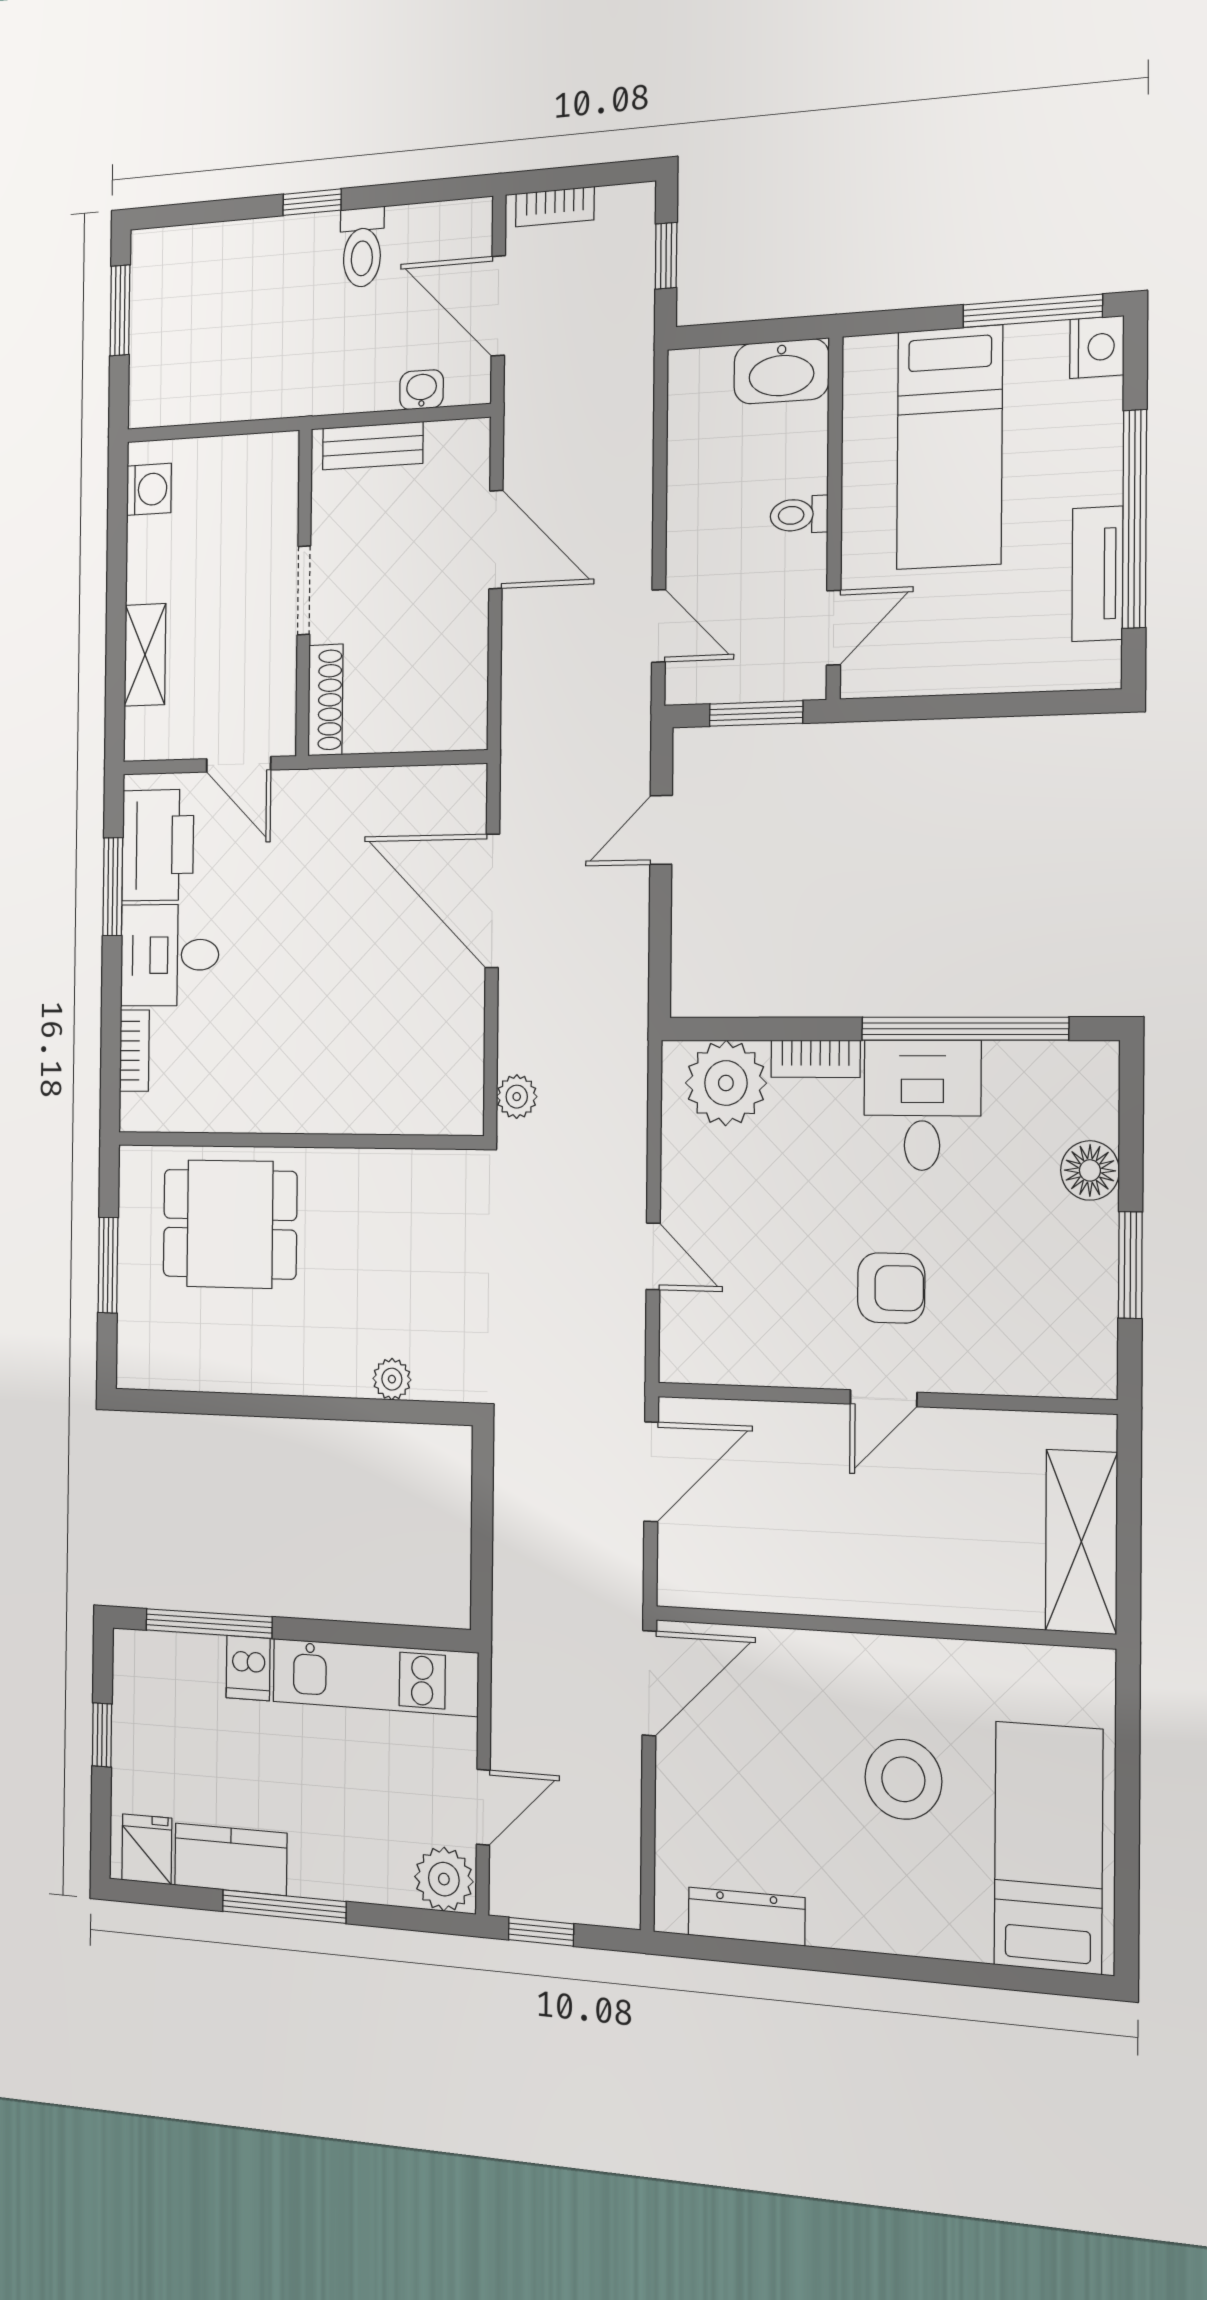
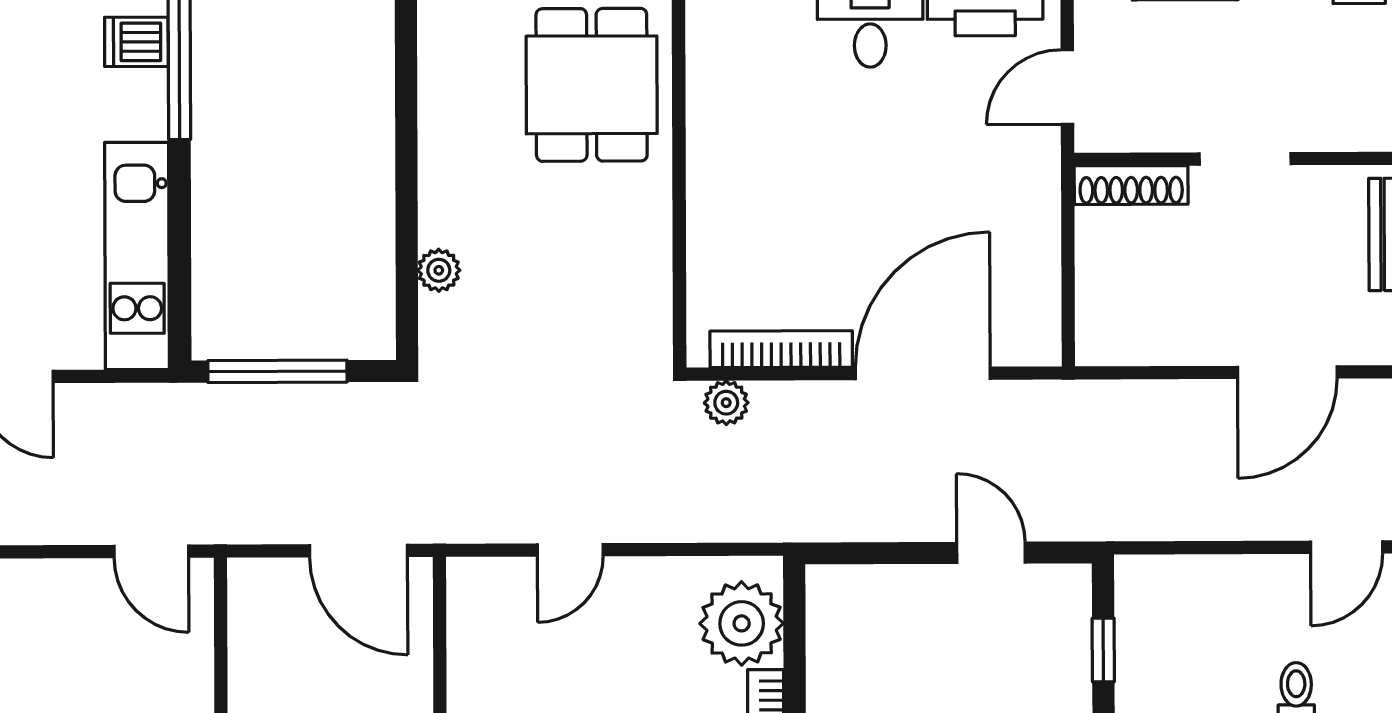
door: (659, 626) -> (1347, 547), moved
window: (756, 714) -> (1103, 650), width x0.67
bookcase: (468, 1041) -> (781, 349), added
window: (482, 1544) -> (277, 371), added
dishwasher: (248, 1668) -> (136, 42), moved
door: (649, 1683) -> (151, 551), width x0.73

